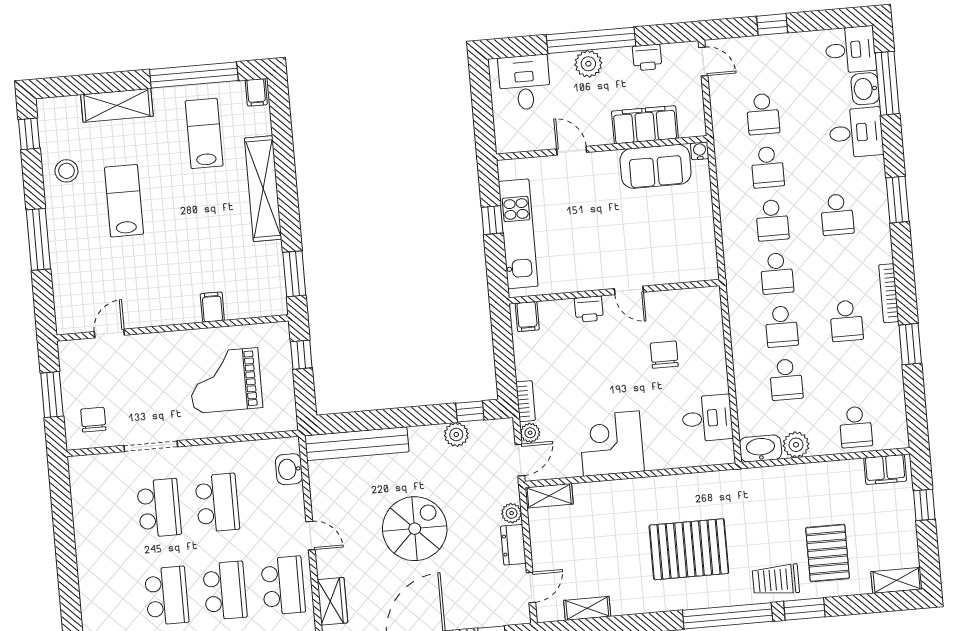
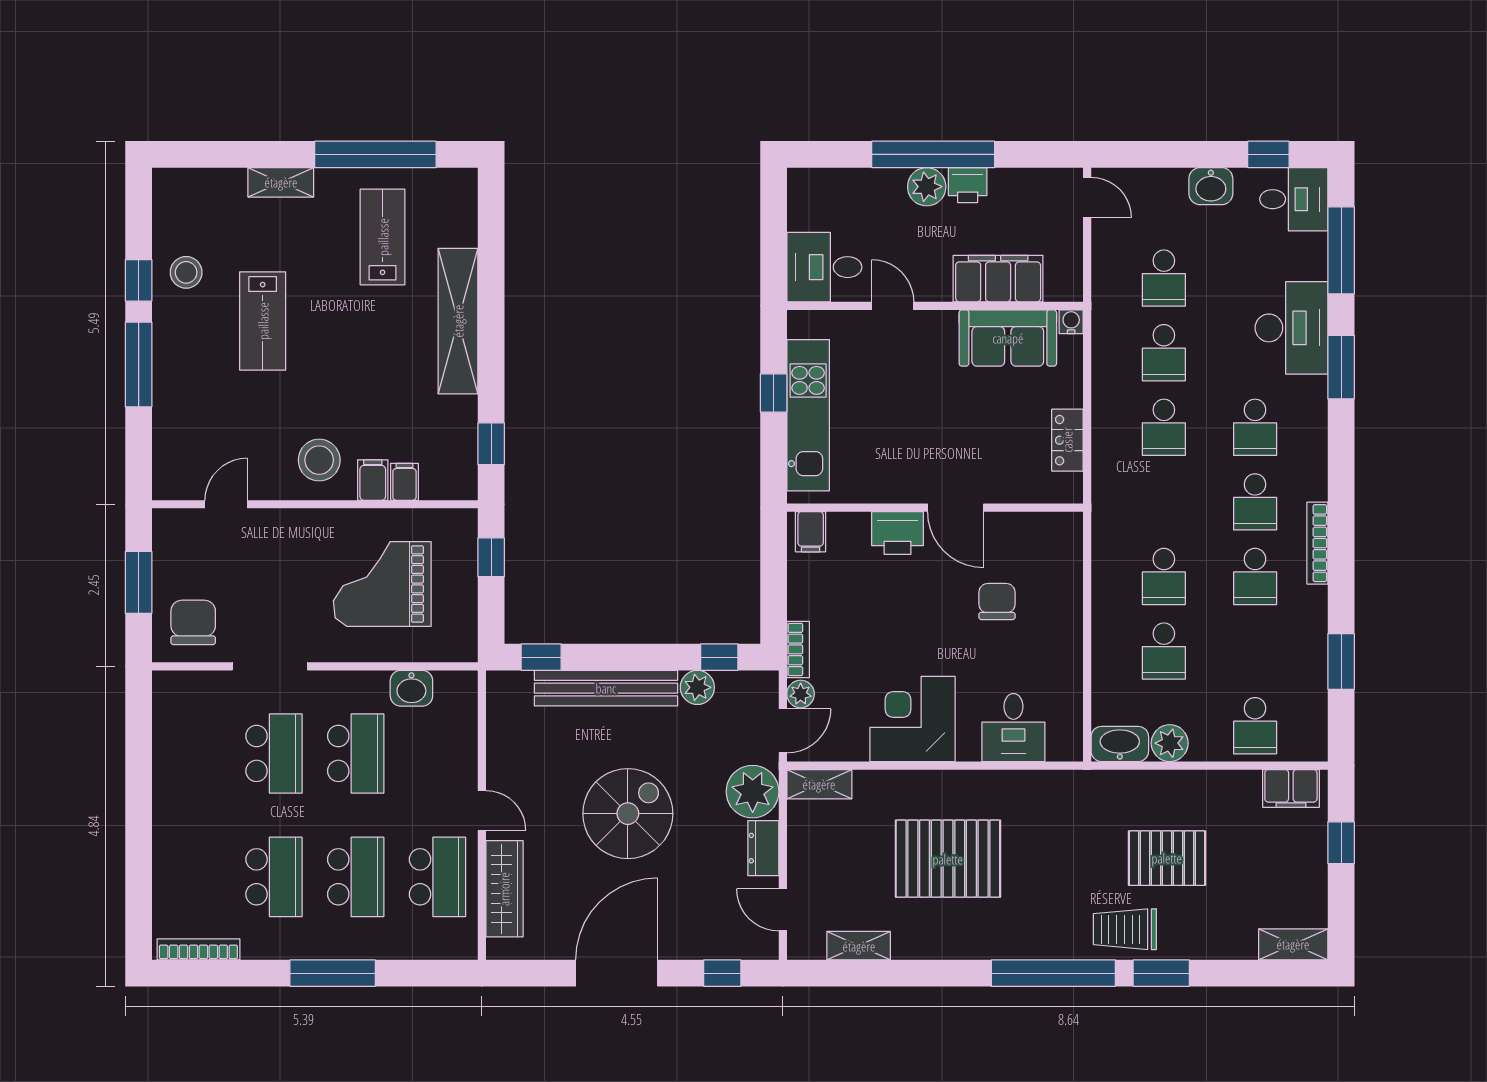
window: (772, 24) -> (1268, 154), moved
printer: (647, 57) -> (968, 185), moved
desk: (524, 83) -> (824, 267), moved, turned -90
washbasin: (865, 89) -> (1211, 186), moved, turned -90
filing cabinet: (256, 92) -> (404, 482), moved, turned 180
shelving: (117, 105) -> (281, 182), width x0.67, depth x0.75
desk: (856, 133) -> (1291, 328), width x1.37
window: (29, 134) -> (139, 280), moved
window: (898, 200) -> (1341, 367), moved
lab bench: (124, 201) -> (263, 321), turned 180
locker: (704, 235) -> (1067, 440), added
school desk: (777, 273) -> (1255, 502), moved
window: (294, 274) -> (491, 444), width x0.67
door: (629, 290) -> (956, 508), width x1.38
stool: (173, 296) -> (319, 460), added
printer: (589, 309) -> (897, 533), width x1.36, depth x1.24
window: (910, 344) -> (1341, 661), moved
desk: (707, 418) -> (1013, 728), moved, turned 90
chair: (93, 420) -> (193, 622), width x1.37, depth x1.37
window: (343, 423) -> (541, 657), added
bench: (357, 444) -> (606, 688), moved
washbasin: (289, 469) -> (411, 688), moved, turned -90
plant: (512, 513) -> (753, 792), width x1.87, depth x1.87
pallet: (689, 549) -> (948, 859), moved
pallet: (828, 553) -> (1167, 858), moved, turned 90
door: (531, 587) -> (783, 910), swing flipped
wardrobe: (332, 601) -> (504, 889), width x1.50

